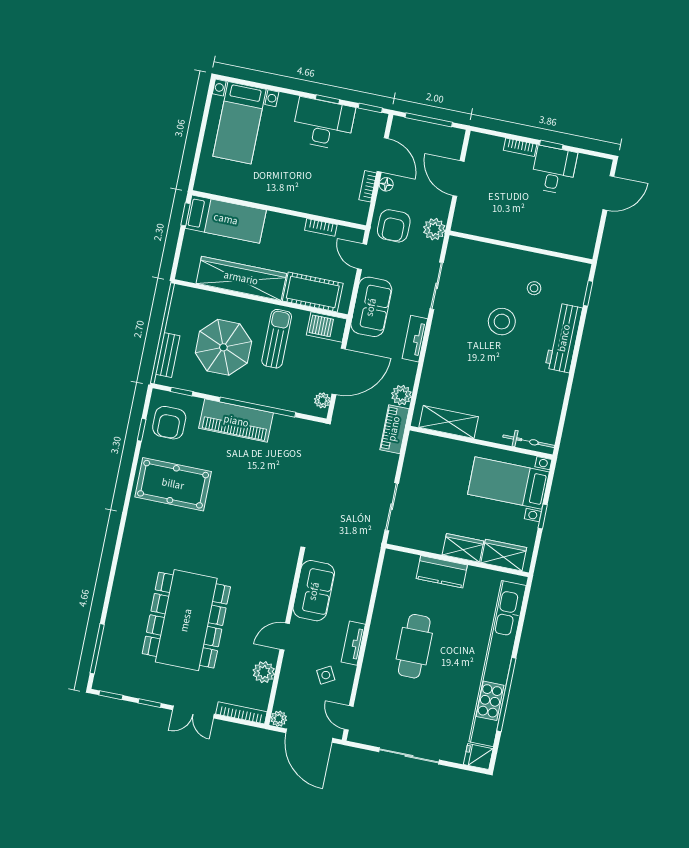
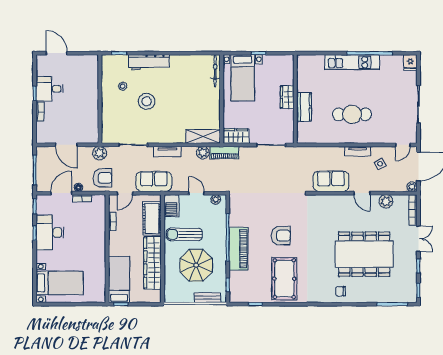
door: (458, 179) -> (66, 145), hinge flipped
door: (339, 371) -> (196, 193), width x0.53
shelving: (449, 422) -> (203, 137), moved, turned 90
armchair: (169, 423) -> (281, 236), moved
wardrobe: (504, 555) -> (236, 136), moved, turned 90
chair: (134, 570) -> (340, 291), added
kitchen unit: (498, 664) -> (352, 62), width x0.54

